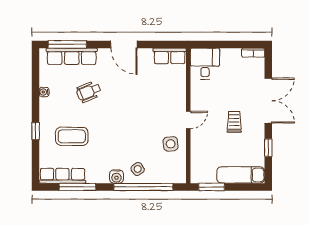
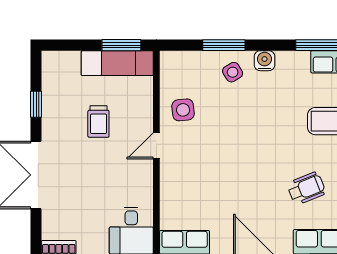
trolley: (234, 122) -> (98, 122), moved
exam couch: (241, 175) -> (117, 63), moved
window: (143, 187) -> (224, 45), width x0.47

